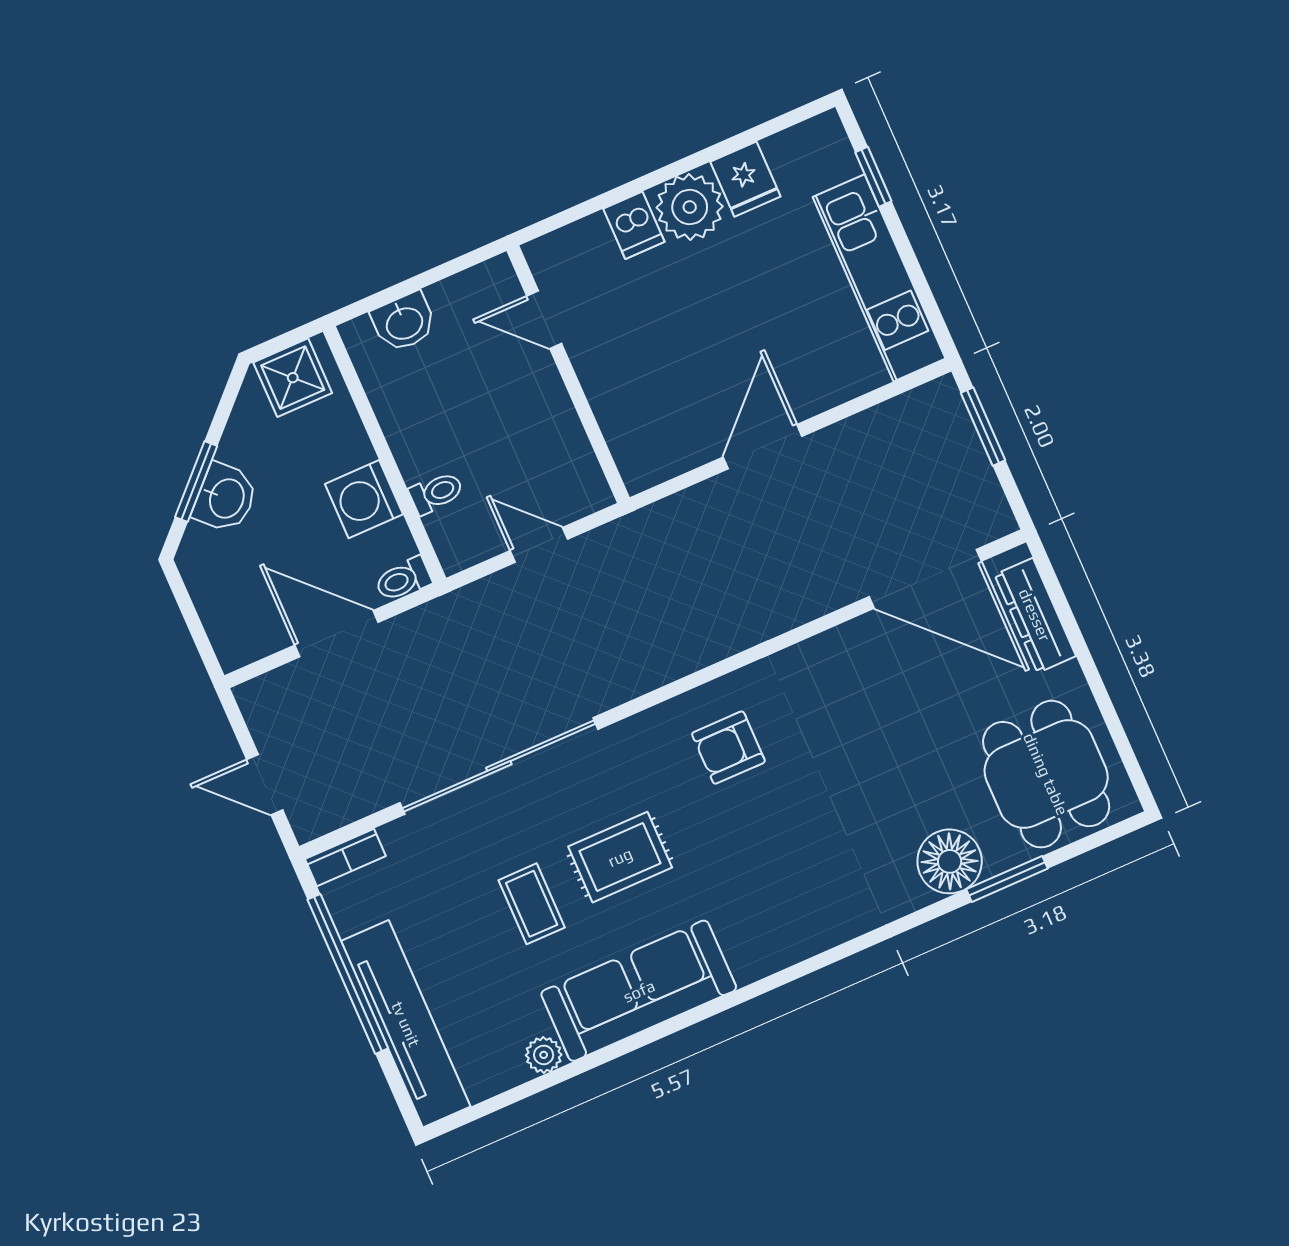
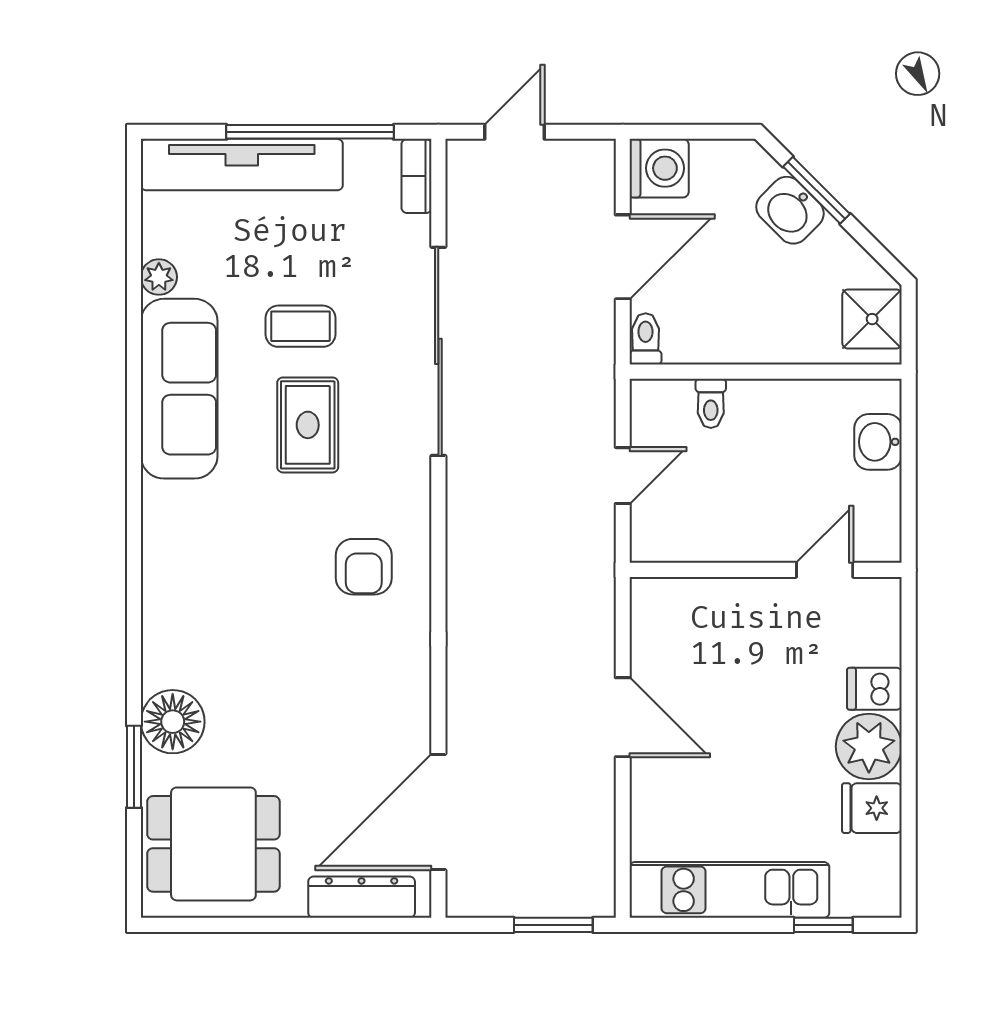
washing machine: (364, 499) -> (659, 168), moved, turned 90
armchair: (728, 748) -> (364, 567), turned 180

